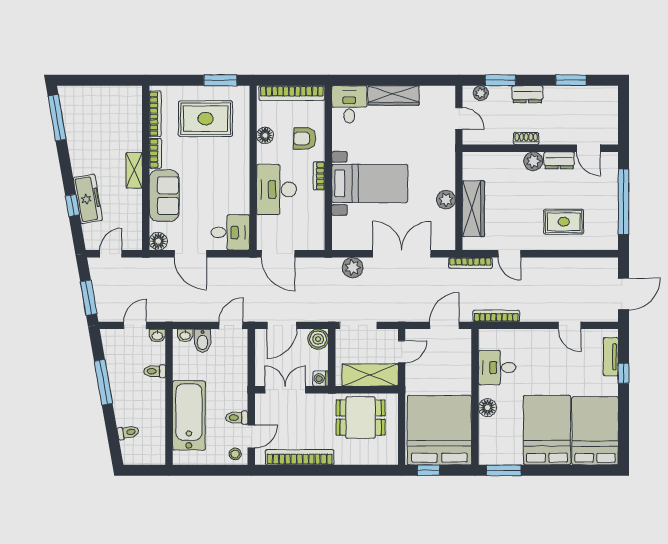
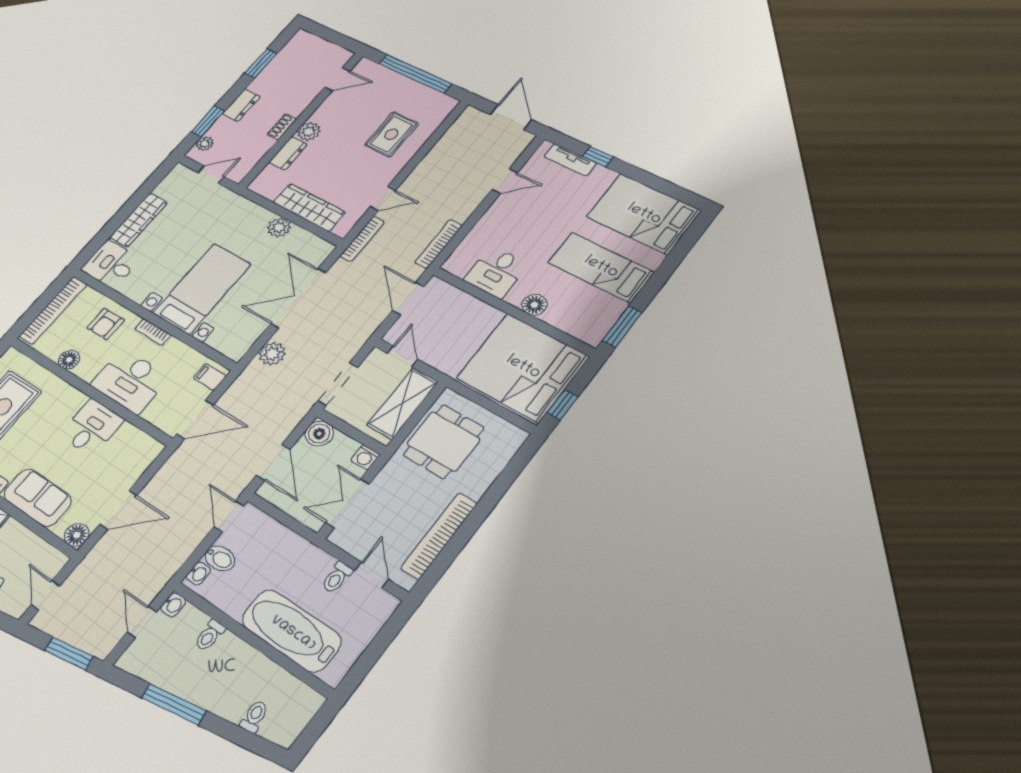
dresser: (559, 160) -> (288, 153), moved
desk: (230, 232) -> (92, 427), moved
filing cabinet: (312, 240) -> (210, 377), added
bed: (547, 430) -> (601, 267), width x0.67
stool: (235, 454) -> (378, 607), removed

